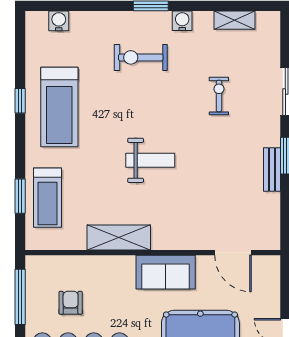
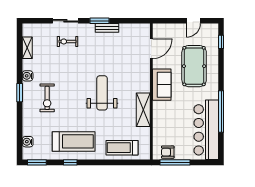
exercise bike: (219, 96) -> (68, 41), moved
weight bench: (150, 160) -> (102, 93), width x1.36, depth x1.33
window: (20, 196) -> (37, 162), moved
treadmill: (47, 198) -> (122, 148), turned 180
armchair: (71, 303) -> (168, 152), moved

